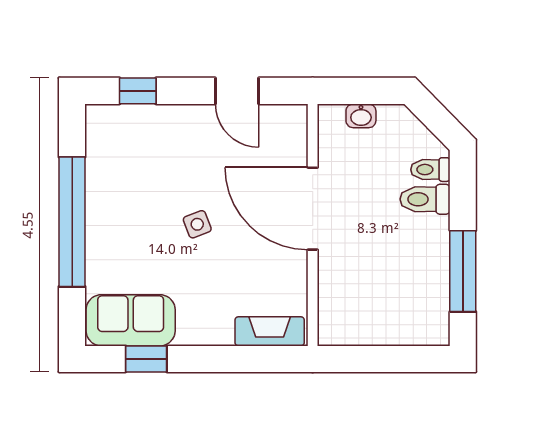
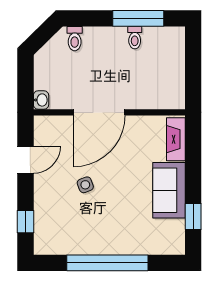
washbasin: (361, 116) -> (41, 100), moved
toilet: (425, 199) -> (135, 38), moved, width x0.73, depth x0.72
side table: (197, 224) -> (85, 185), moved
sofa: (131, 320) -> (169, 190), moved

